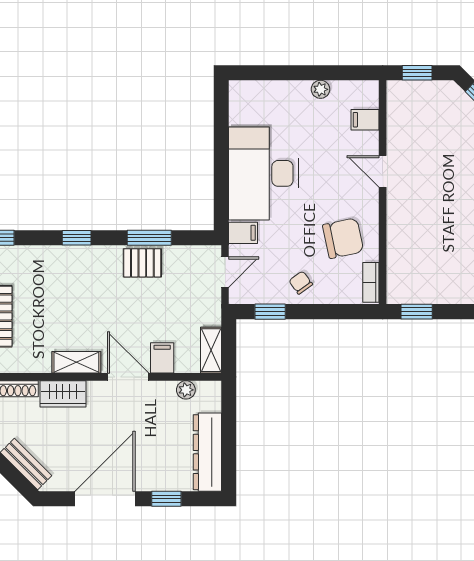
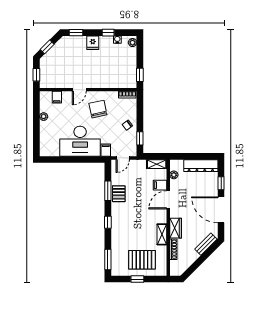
chair: (343, 238) -> (98, 109), moved
door: (225, 272) -> (123, 158), swing flipped
shelving: (76, 362) -> (162, 234), moved

